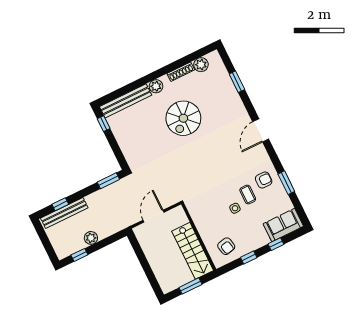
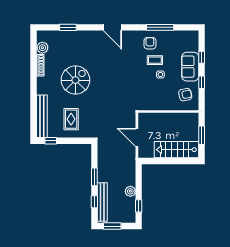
plant: (156, 86) -> (42, 89), removed
spiral stairs: (183, 118) -> (75, 80), turned -90
rug: (138, 134) -> (71, 119), added
window: (108, 181) -> (94, 177), moved
window: (286, 183) -> (160, 27), width x1.44
sofa: (283, 225) -> (190, 67), moved
window: (43, 237) -> (112, 226), added
stairs: (193, 251) -> (176, 150), moved, turned 180

